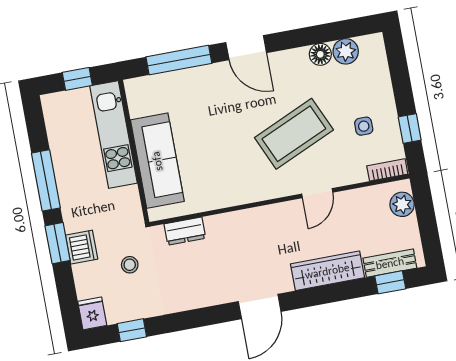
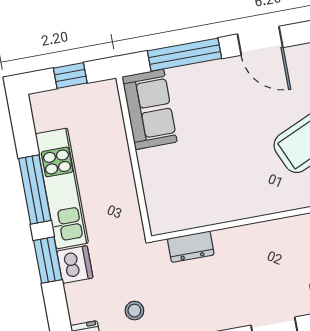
kitchen unit: (113, 135) -> (62, 188), moved, turned 180
sofa: (157, 161) -> (149, 109), moved, width x0.73
stool: (130, 265) -> (134, 311), moved

